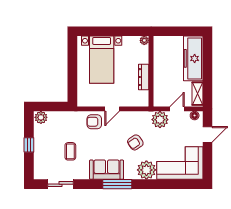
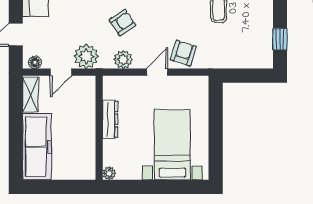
plant: (41, 117) -> (123, 60), moved
armchair: (94, 122) -> (183, 53), turned -72
window: (29, 145) -> (280, 39), moved

